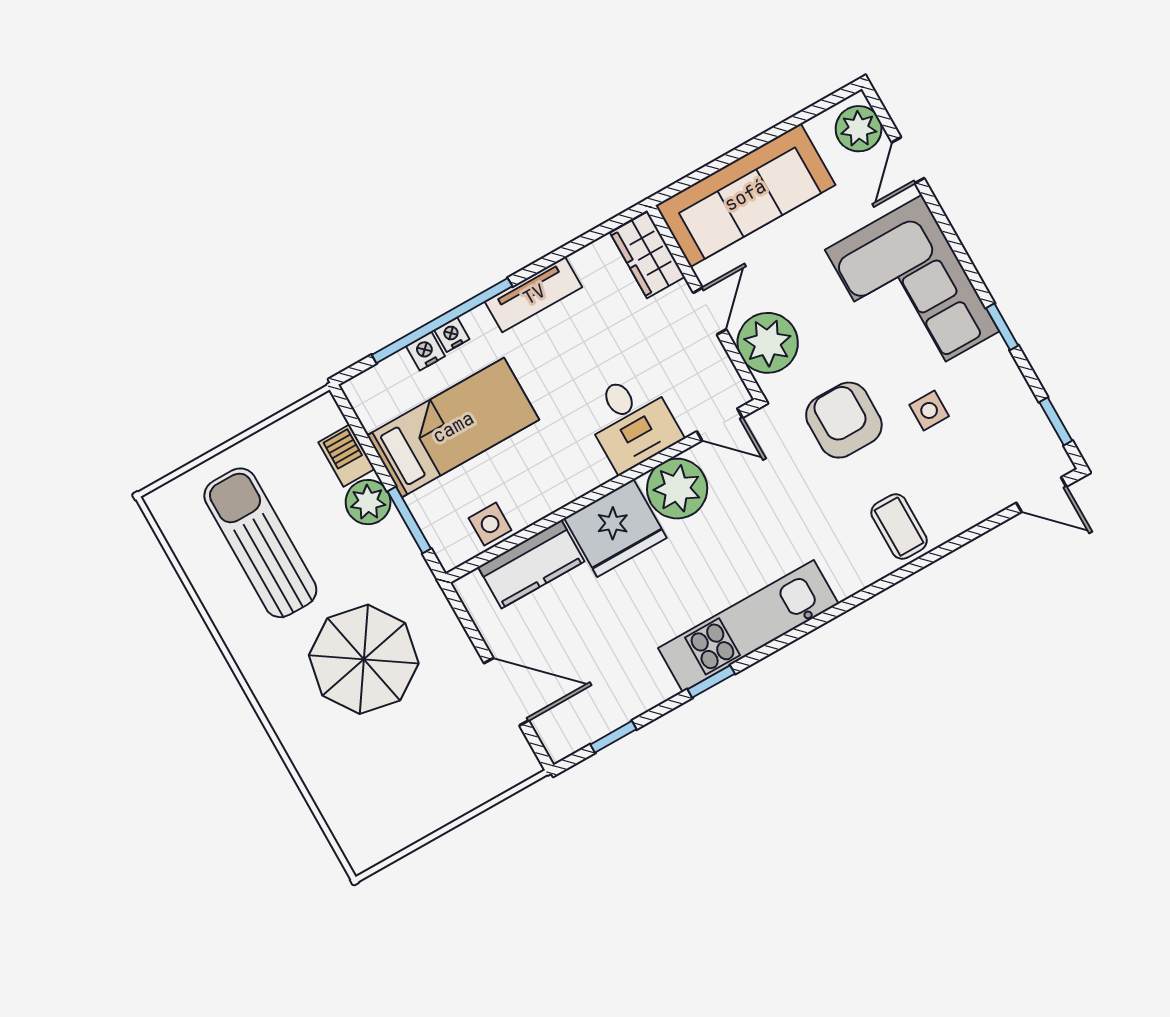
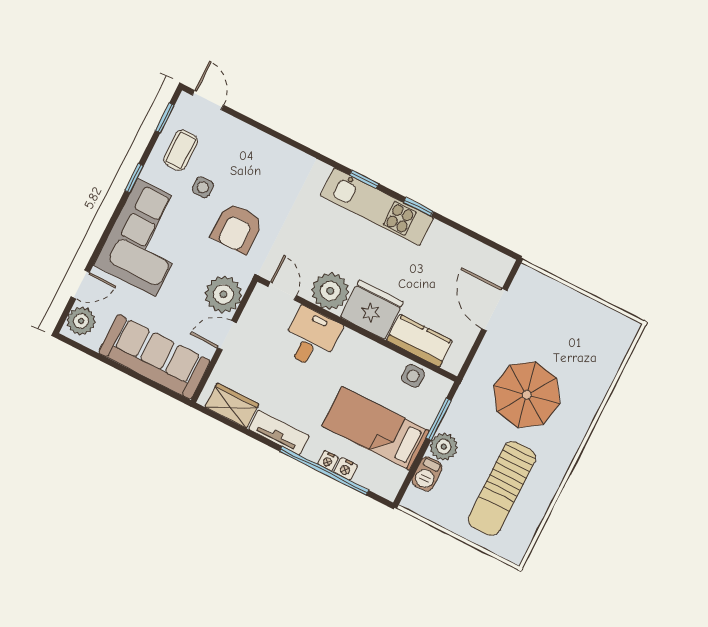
wardrobe: (647, 255) -> (232, 406), moved, turned -90
coffee table: (899, 527) -> (181, 150), moved
window: (613, 737) -> (364, 179), moved

